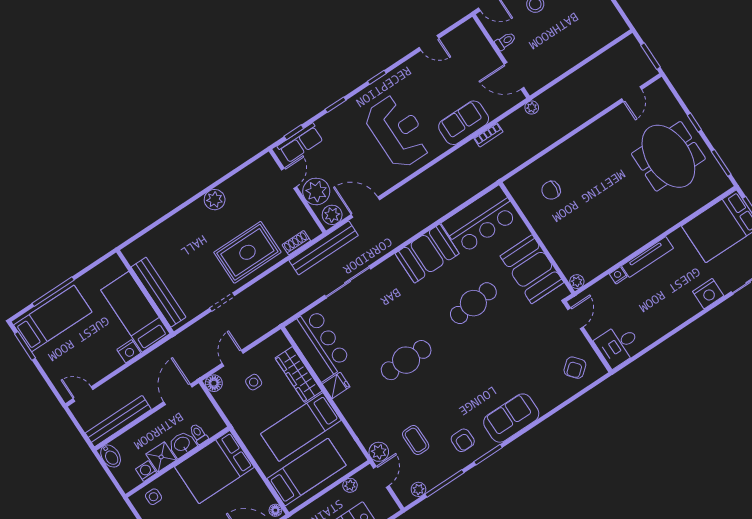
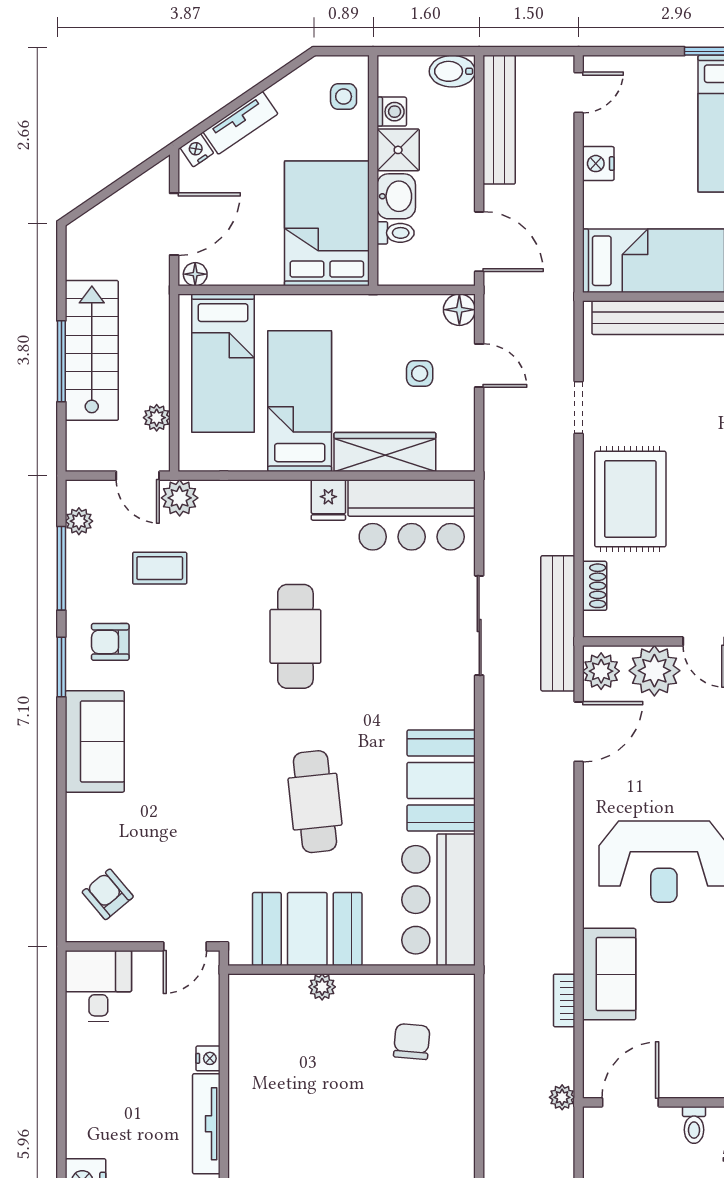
plant: (577, 282) -> (322, 987), moved
door: (575, 318) -> (185, 946), hinge flipped
nightstand: (129, 351) -> (598, 164), moved

